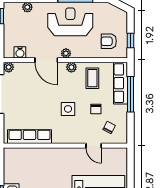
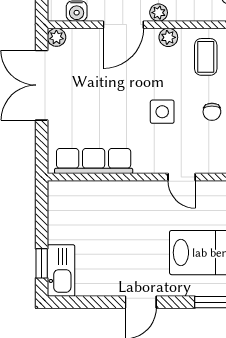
door: (46, 60) -> (123, 25), hinge flipped
door: (94, 146) -> (182, 177), moved

